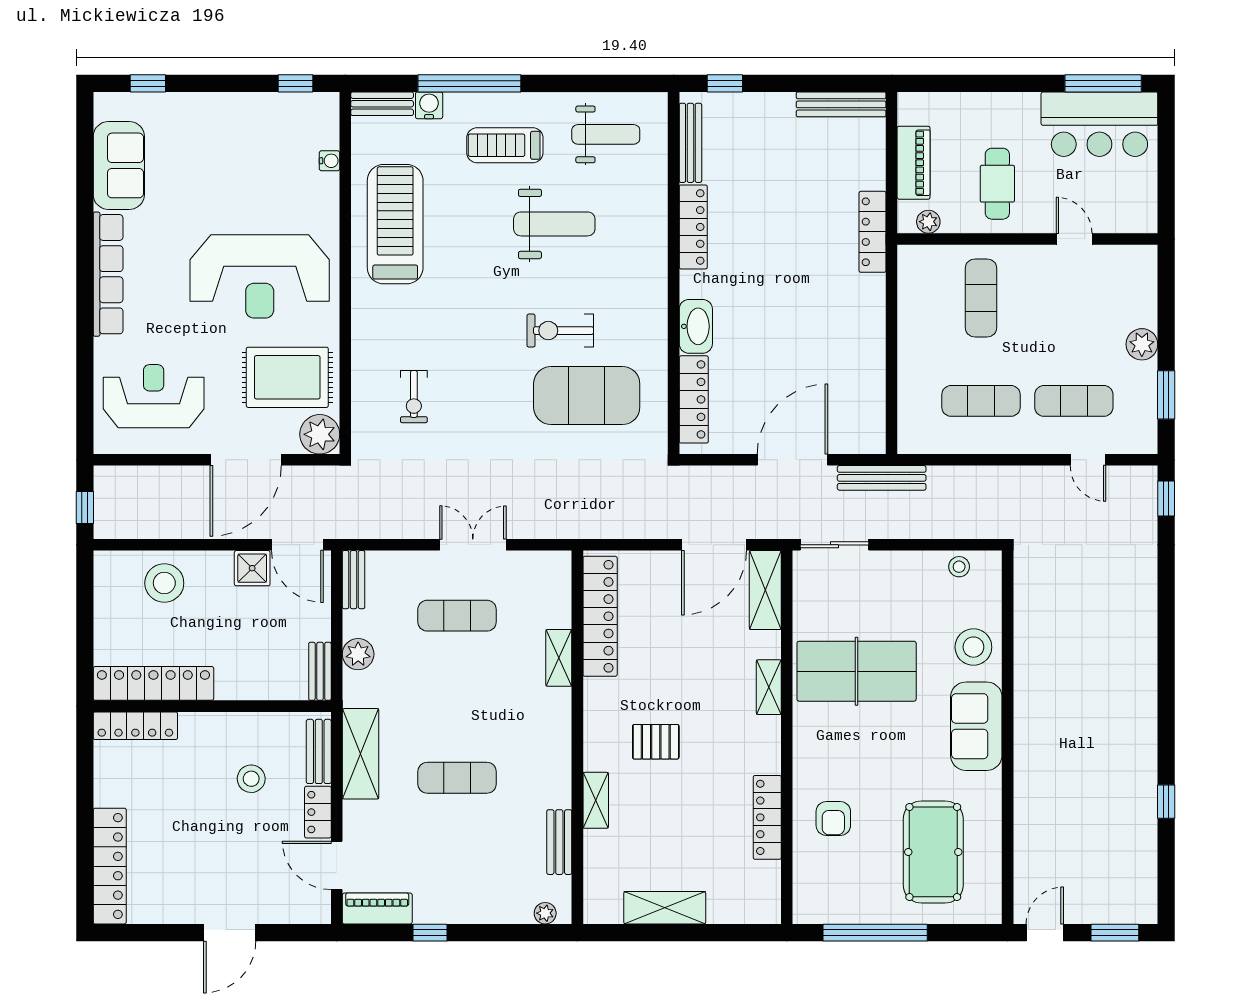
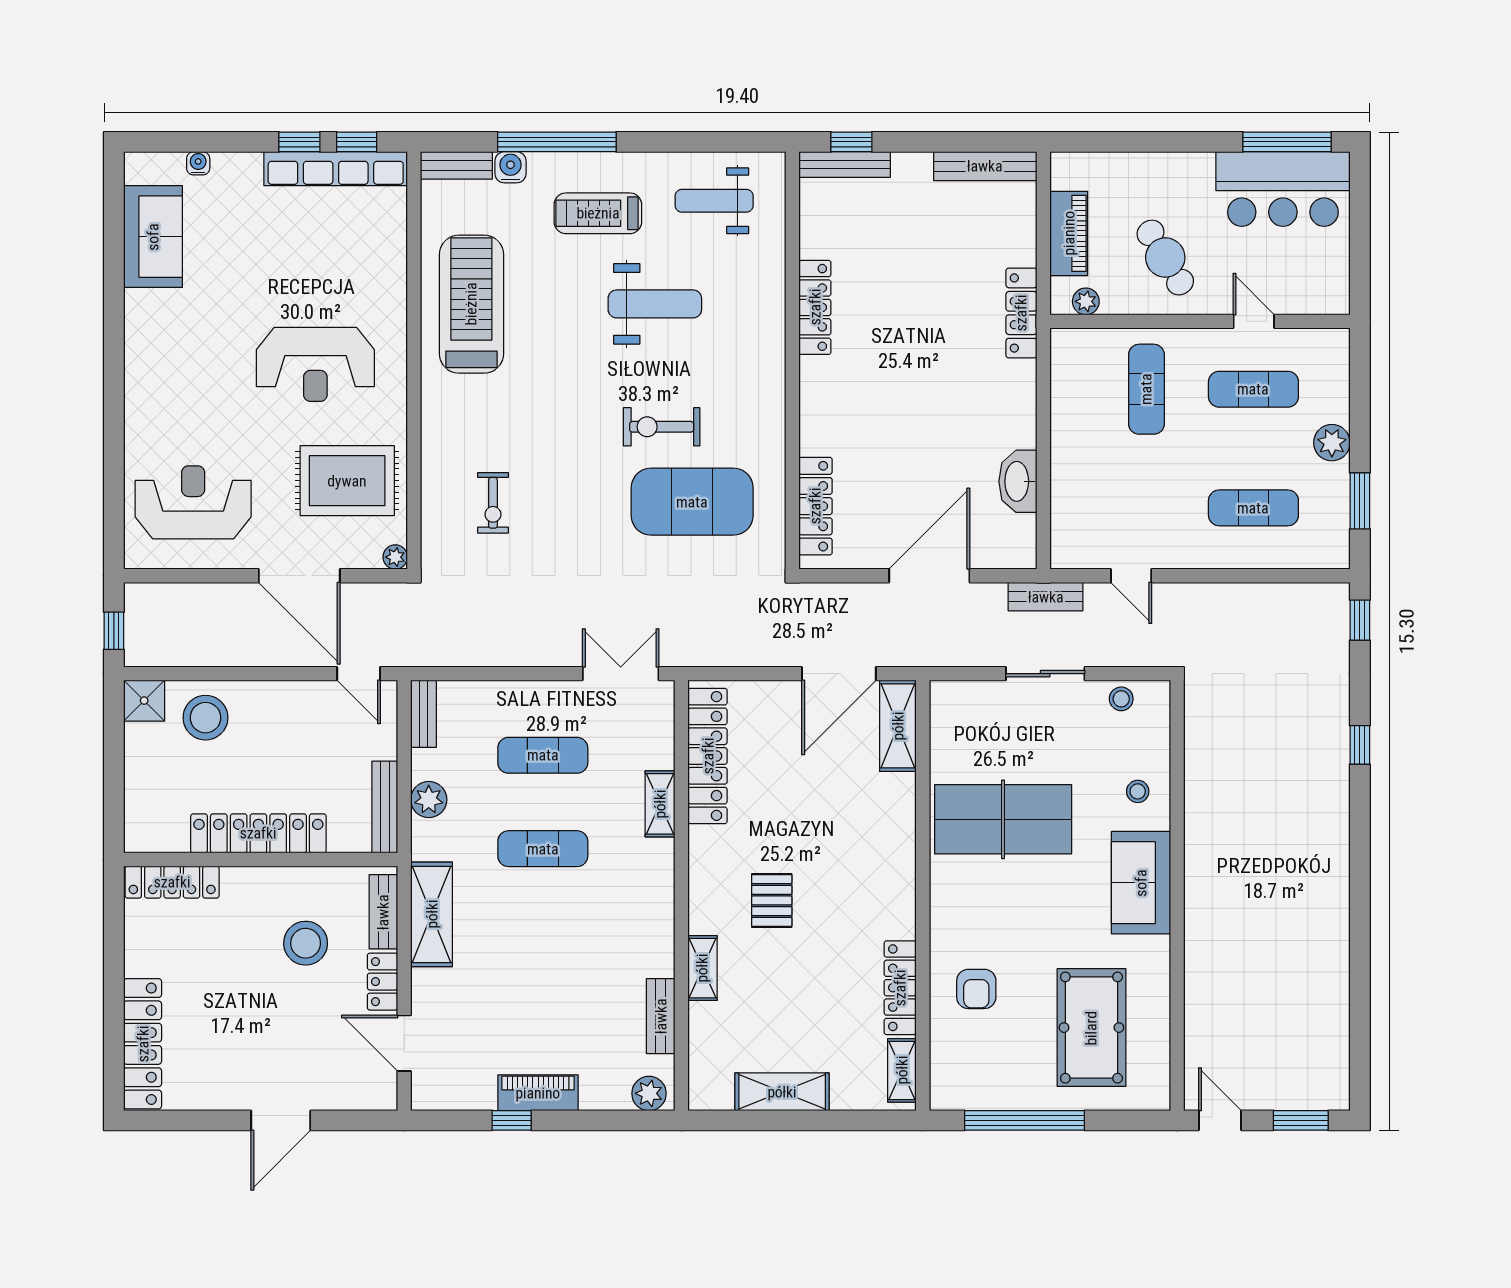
window: (148, 83) -> (299, 142), moved
weight bench: (606, 134) -> (714, 201), turned 180
bench: (690, 143) -> (845, 165), moved, turned 90
water cooler: (330, 161) -> (198, 163), moved, turned -90
cafe table: (997, 184) -> (1165, 258), turned -31
row of seats: (108, 274) -> (336, 169), moved, turned 90
reception desk: (260, 276) -> (315, 364), width x0.74, depth x0.77
washbasin: (696, 326) -> (1018, 481), moved, turned 180
exercise mat: (981, 401) -> (1253, 389), moved
plant: (320, 434) -> (395, 557), width x0.53, depth x0.53
door: (246, 460) -> (299, 576), hinge flipped
door: (1088, 460) -> (1131, 576), moved
bench: (882, 478) -> (1046, 597), width x0.73
door: (297, 545) -> (359, 674), width x0.73
double door: (473, 545) -> (621, 674), moved
sliding door: (834, 545) -> (1045, 674), moved
shower: (252, 568) -> (144, 701), moved
stool: (973, 647) -> (1138, 791), width x0.53, depth x0.53
bench: (320, 671) -> (385, 807), width x1.36
locker: (153, 683) -> (258, 833), moved
shelving: (769, 687) -> (902, 1070), moved
pallet: (656, 742) -> (772, 900), turned 90
exercise mat: (457, 778) -> (543, 849), moved
stool: (251, 779) -> (306, 943), width x1.38, depth x1.38
window: (1166, 802) -> (1360, 745), moved
piano: (377, 909) -> (538, 1093), moved
plant: (545, 913) -> (649, 1093), width x1.38, depth x1.38
door: (1045, 933) -> (1220, 1120), hinge flipped

